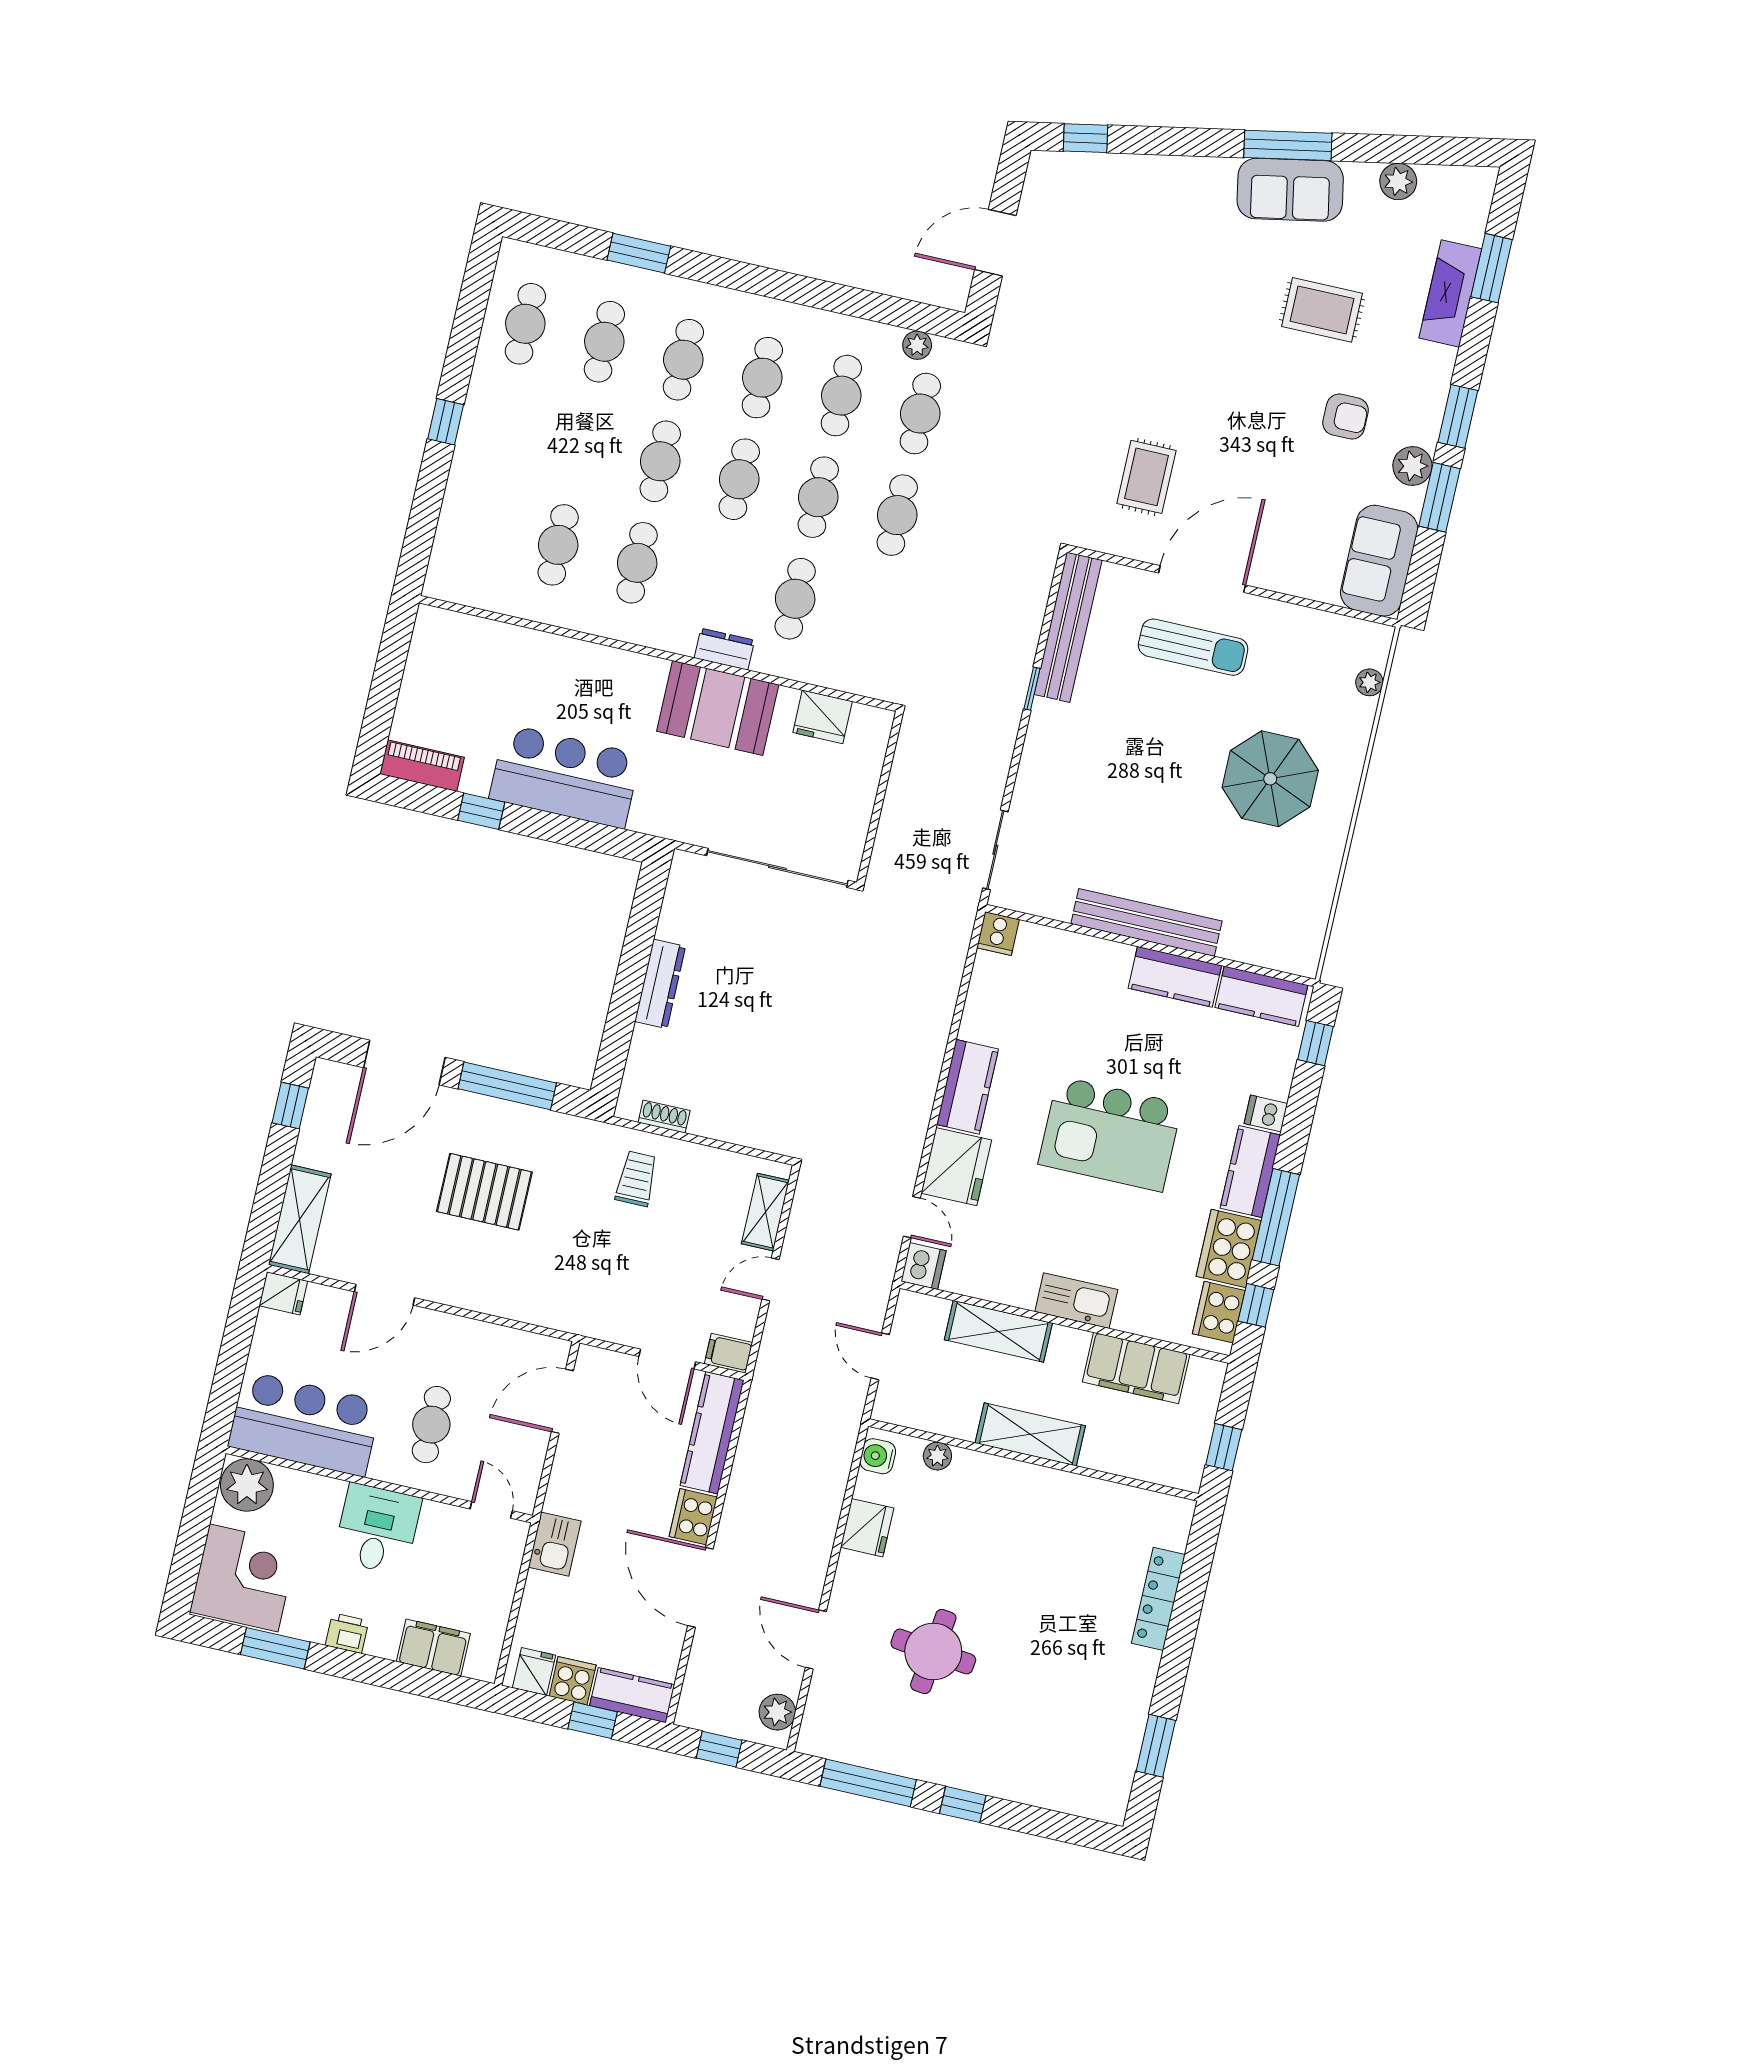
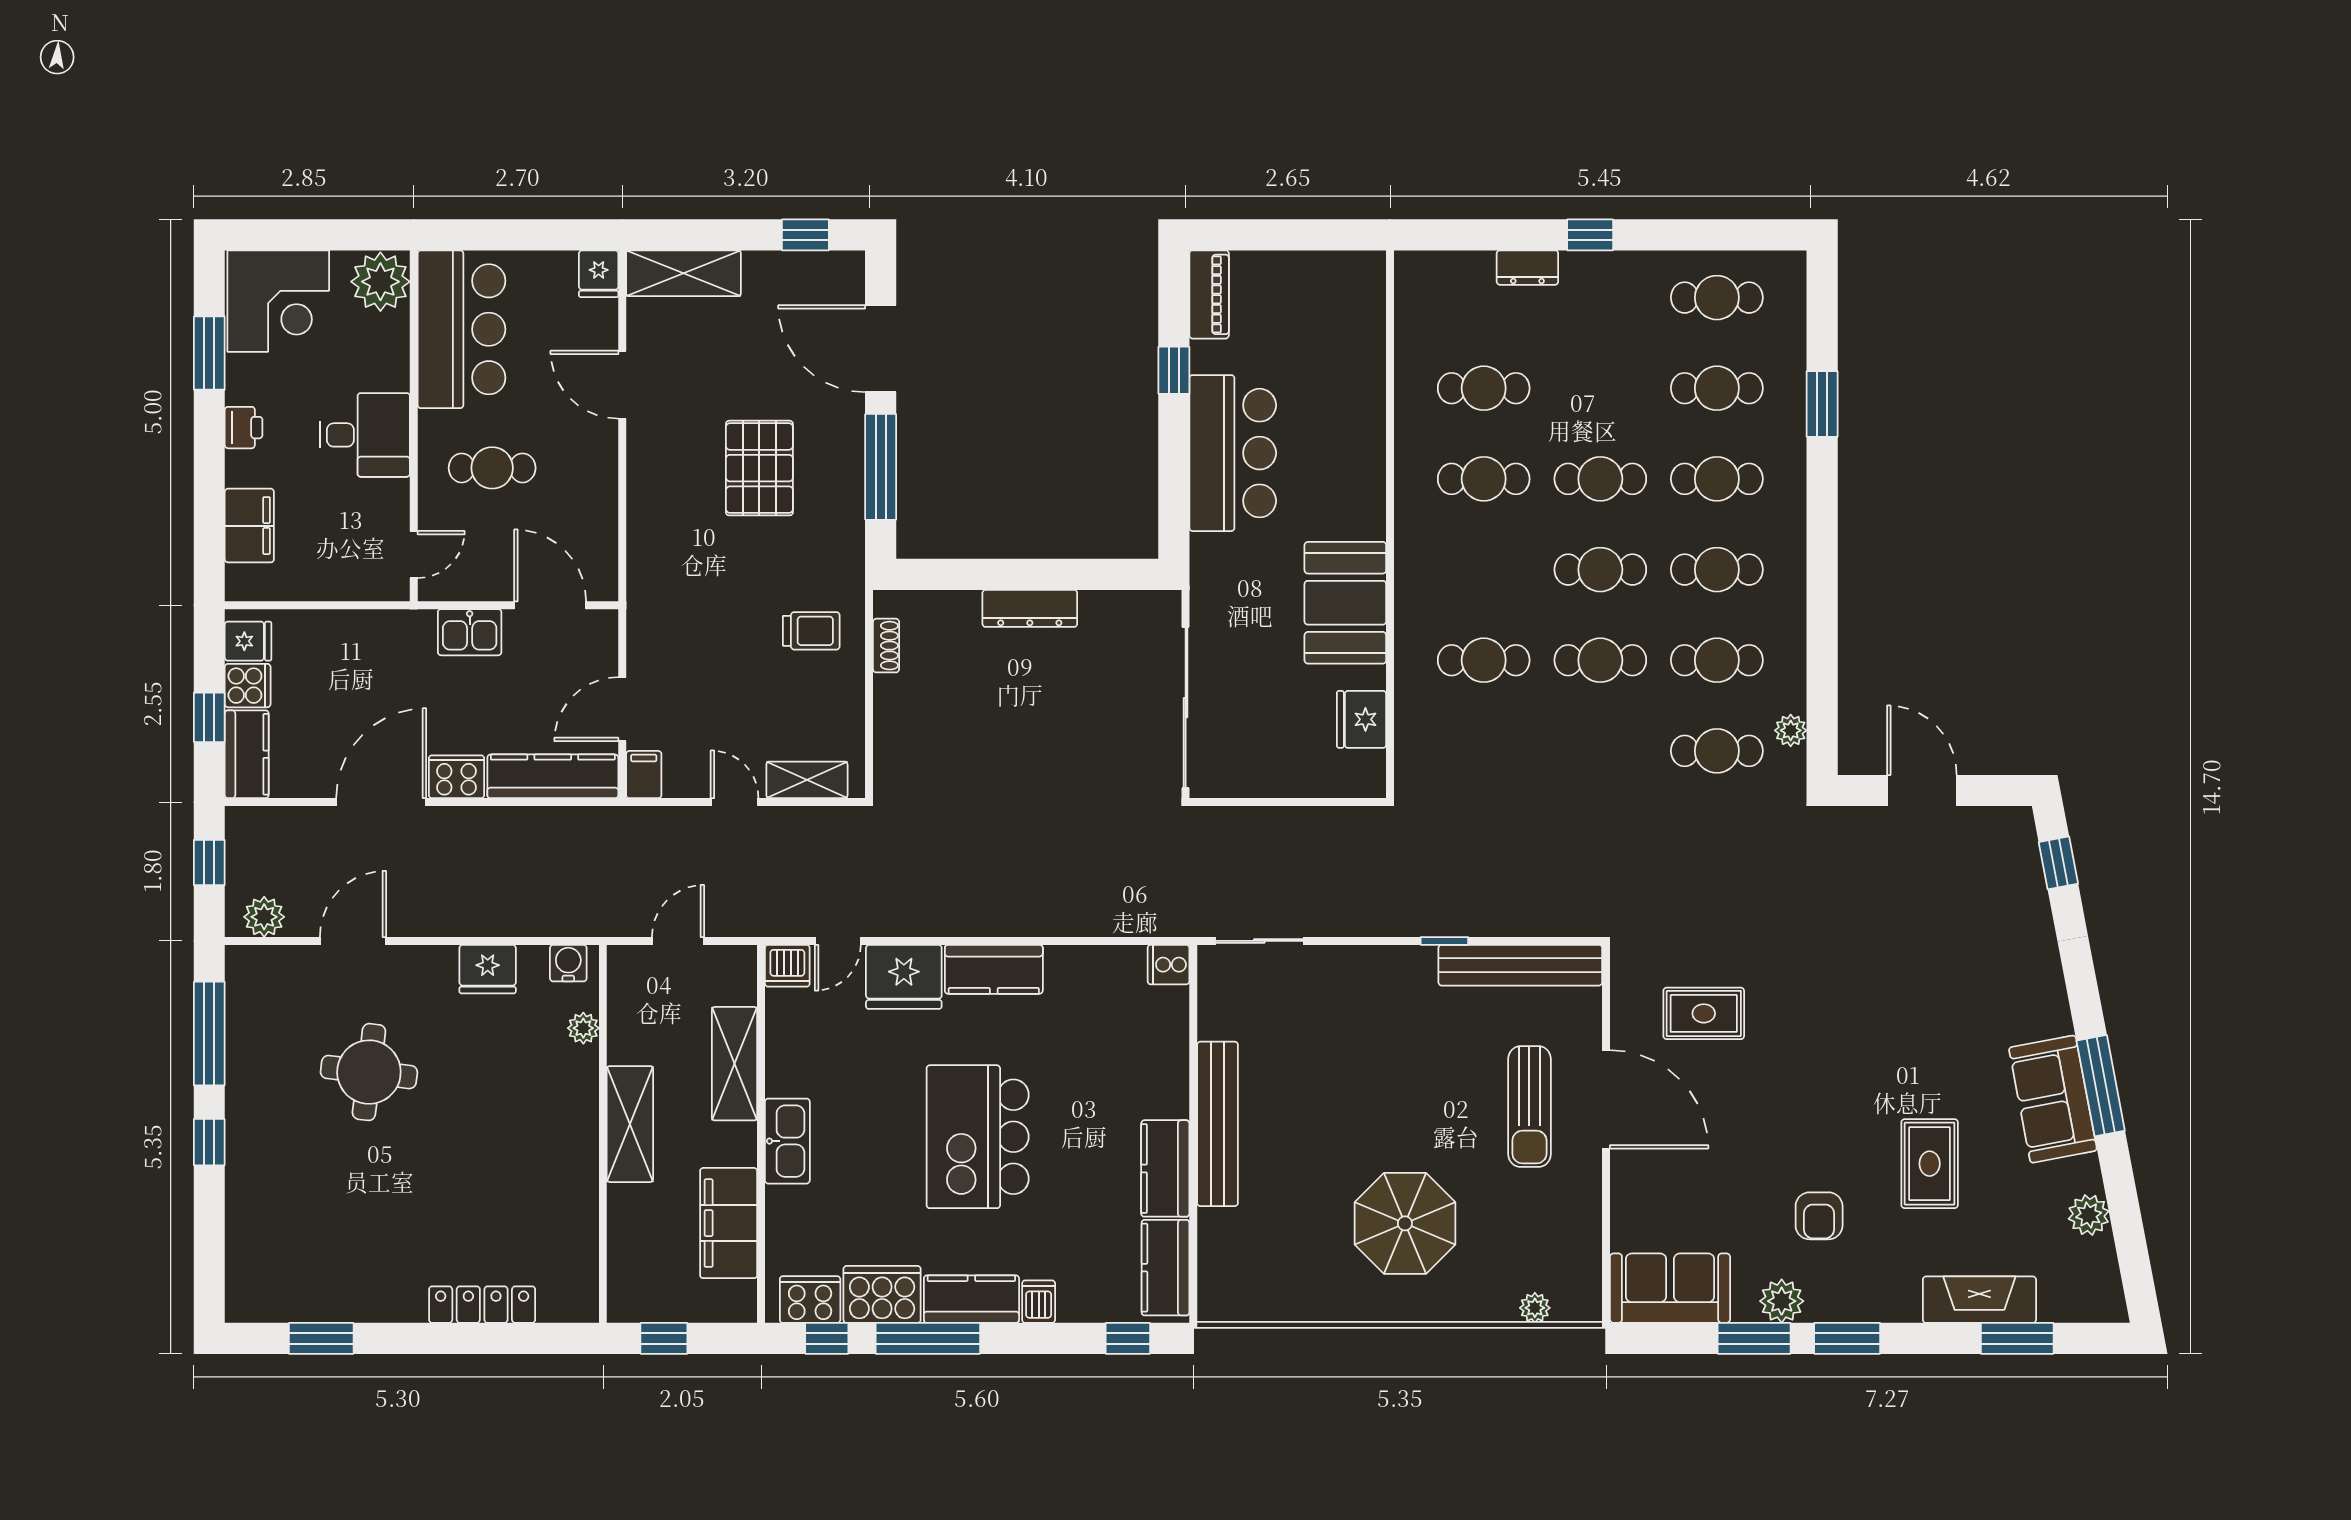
cafe table: (897, 515) -> (1600, 751), removed
dresser: (724, 649) -> (1527, 268), moved, turned 90
kitchen sink: (555, 1544) -> (470, 632), moved

